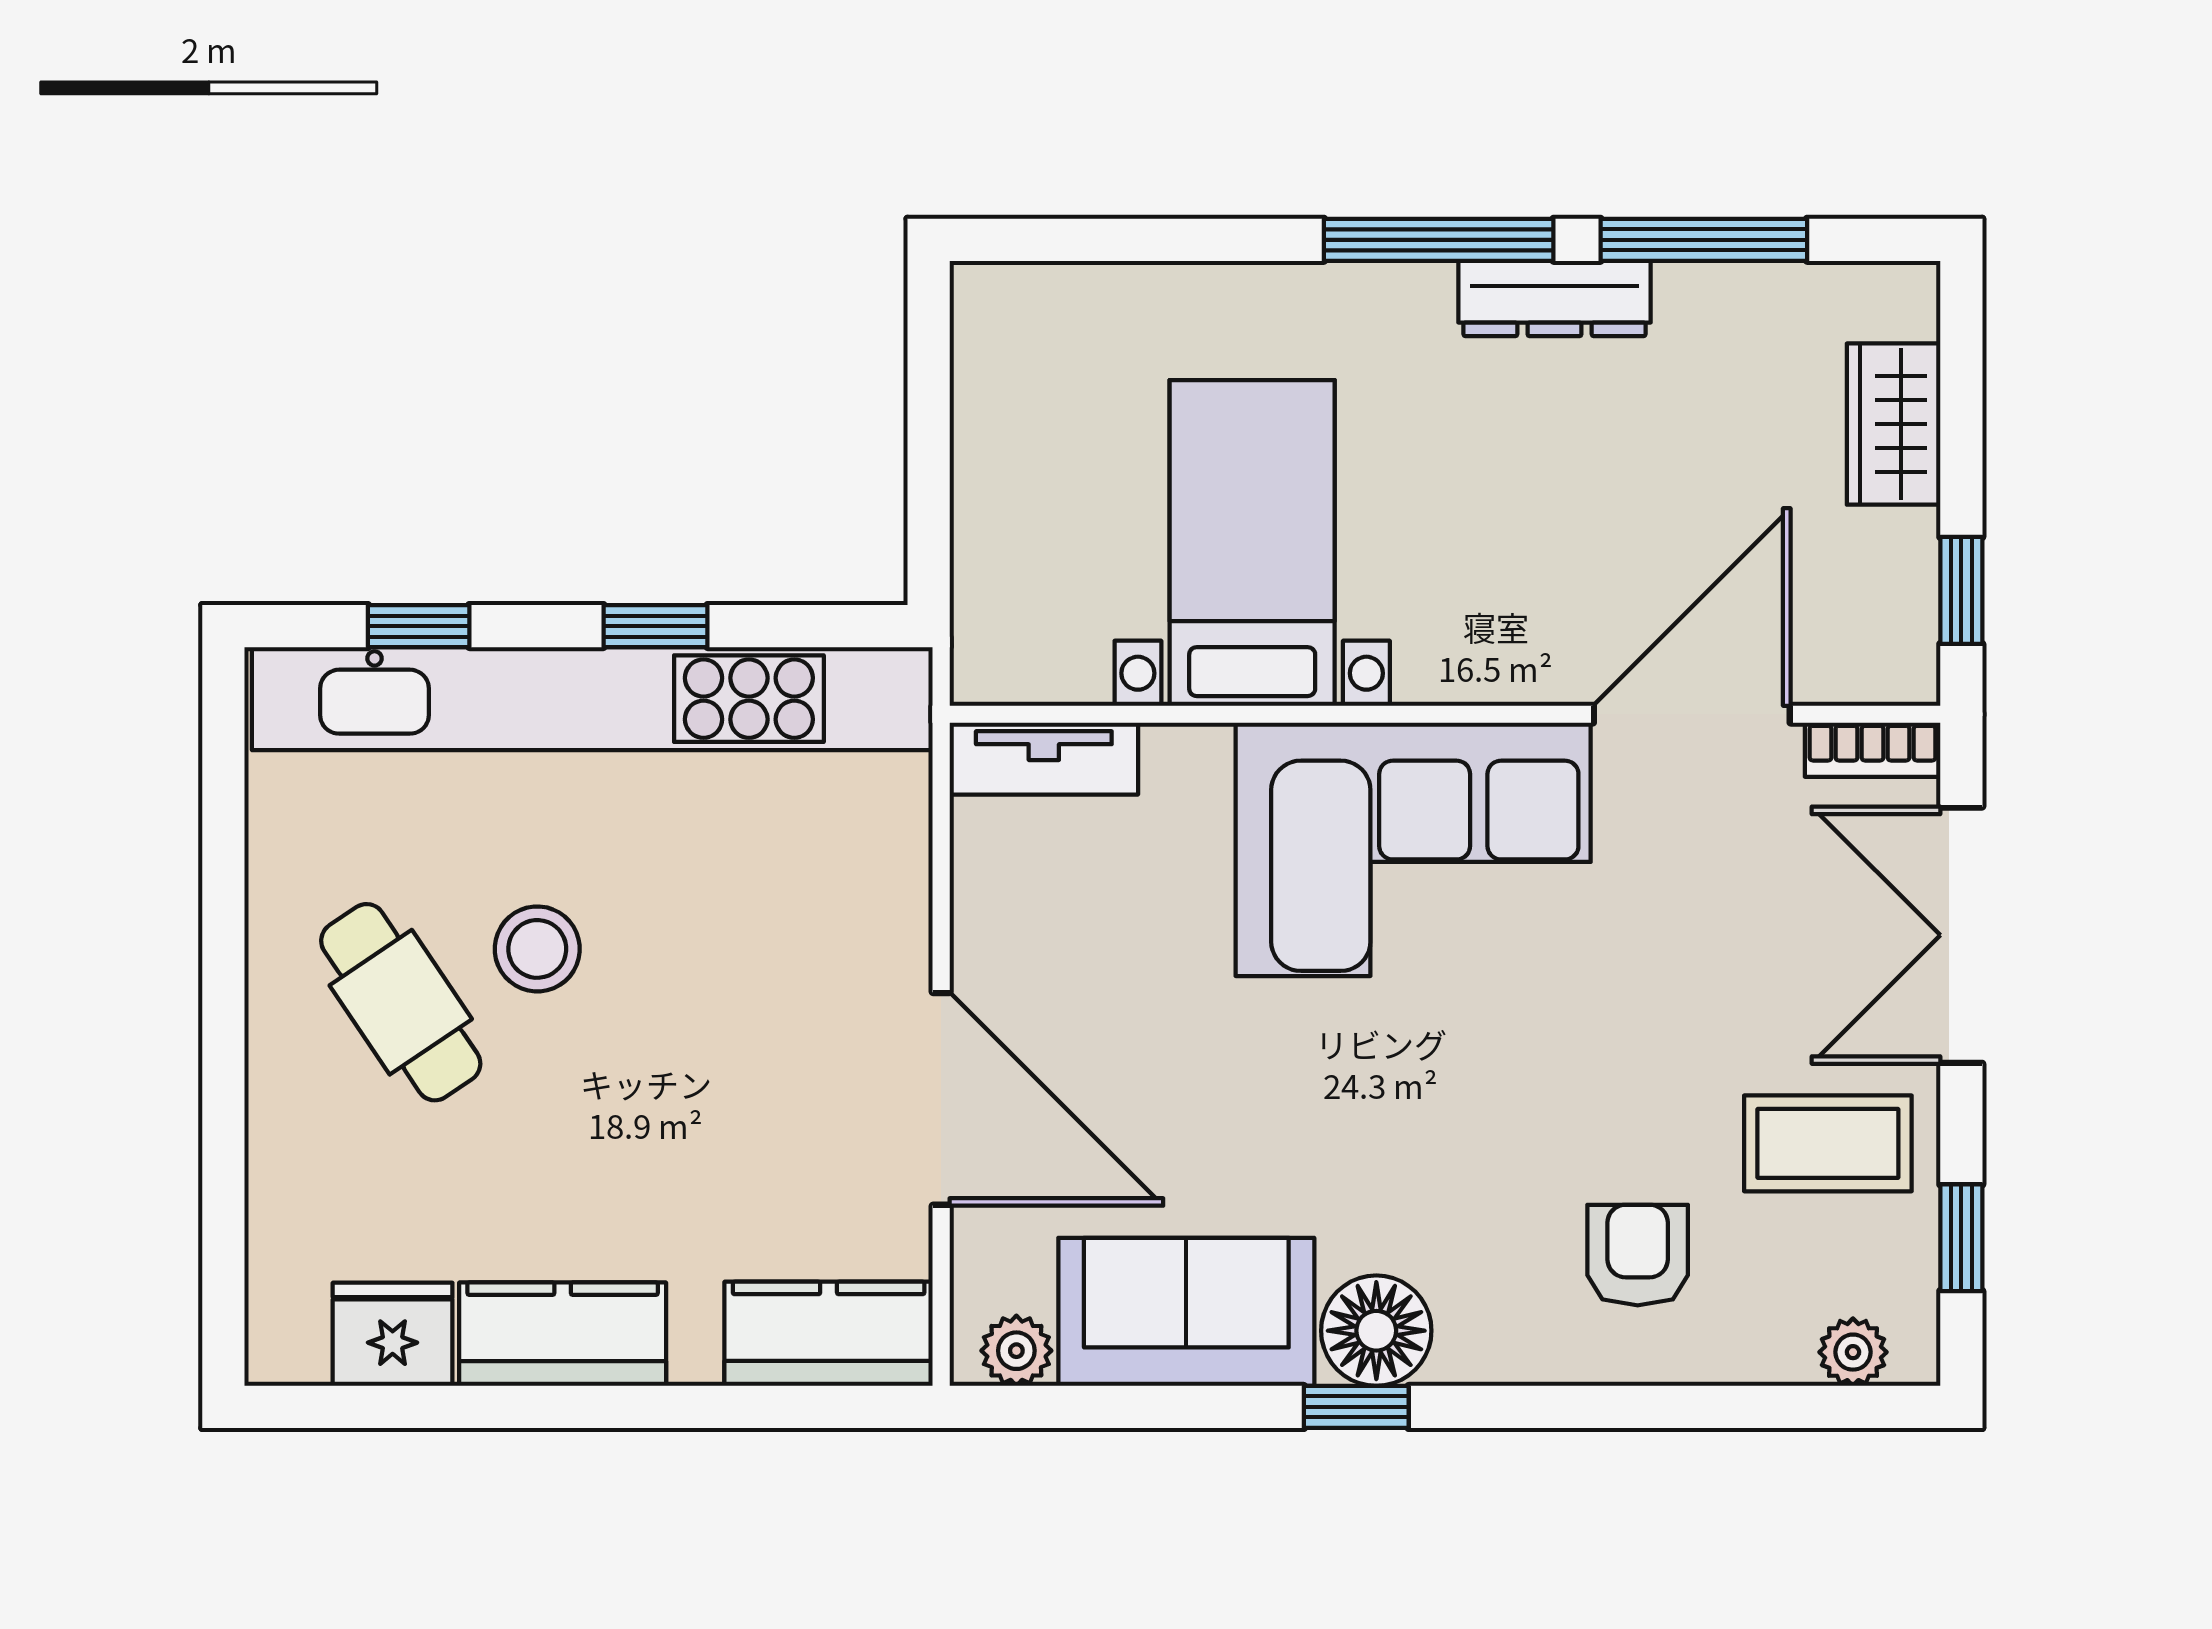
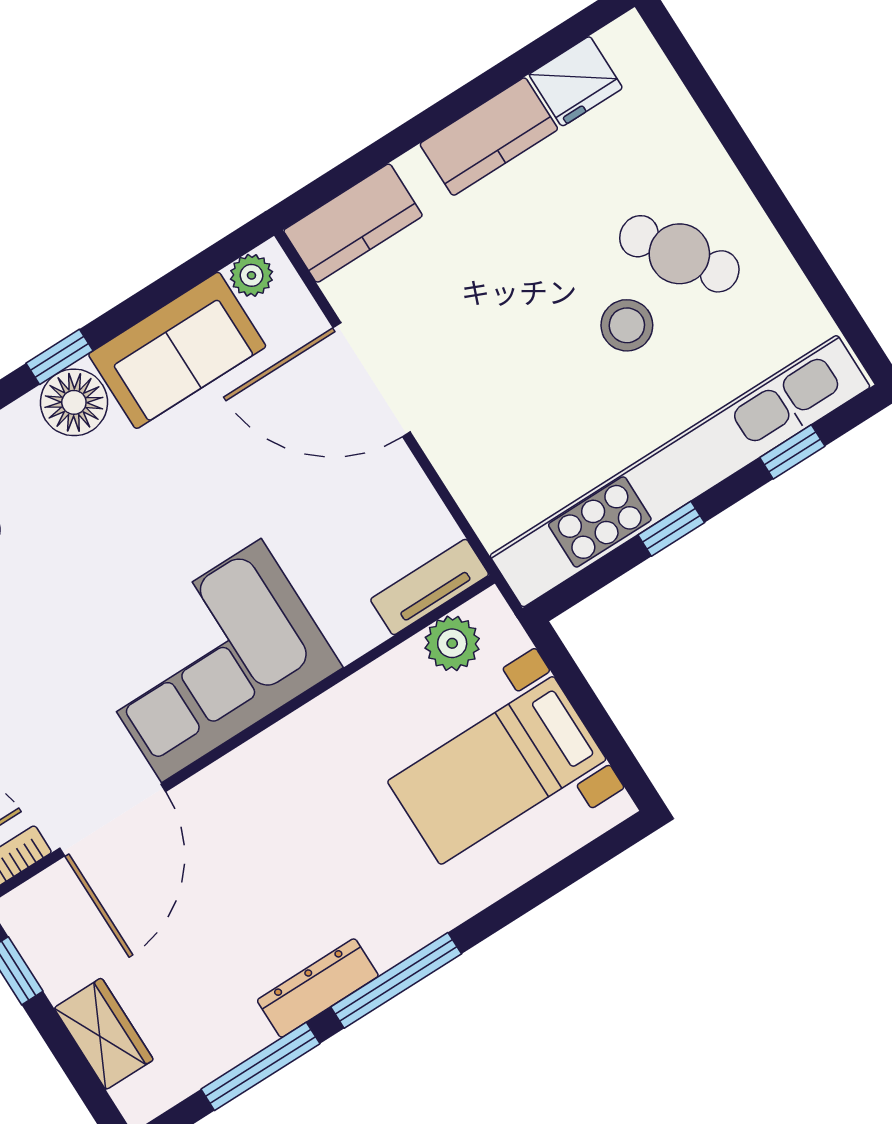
bed with nightstands: (1252, 543) -> (497, 770), moved, turned 90
plant: (1062, 660) -> (452, 643), added

